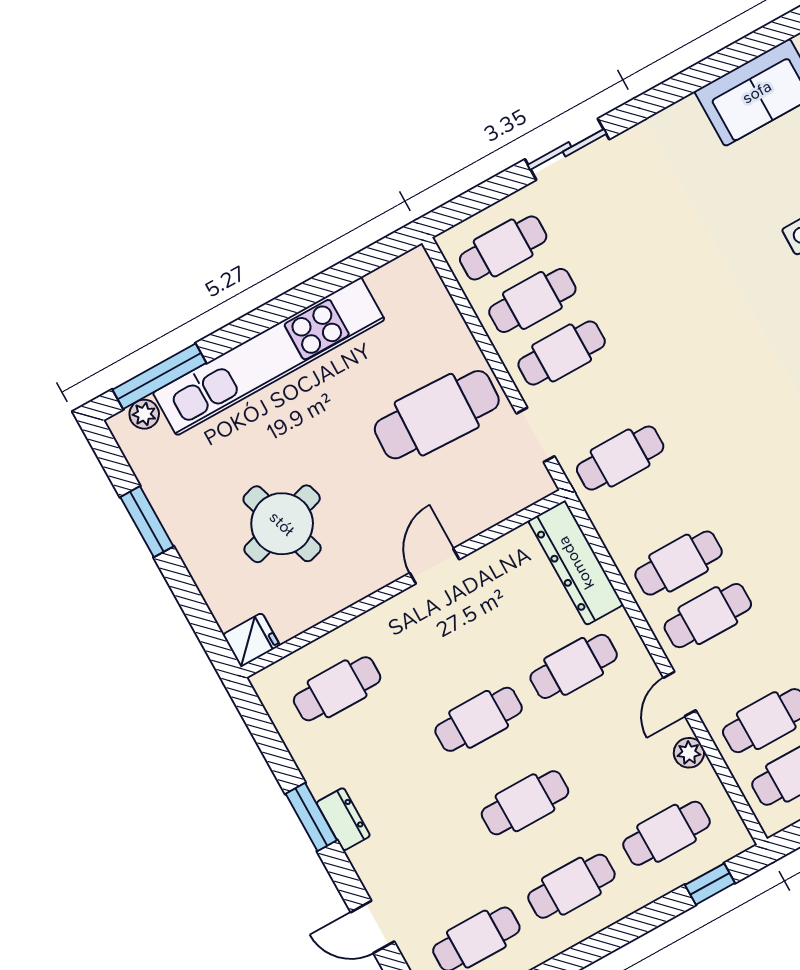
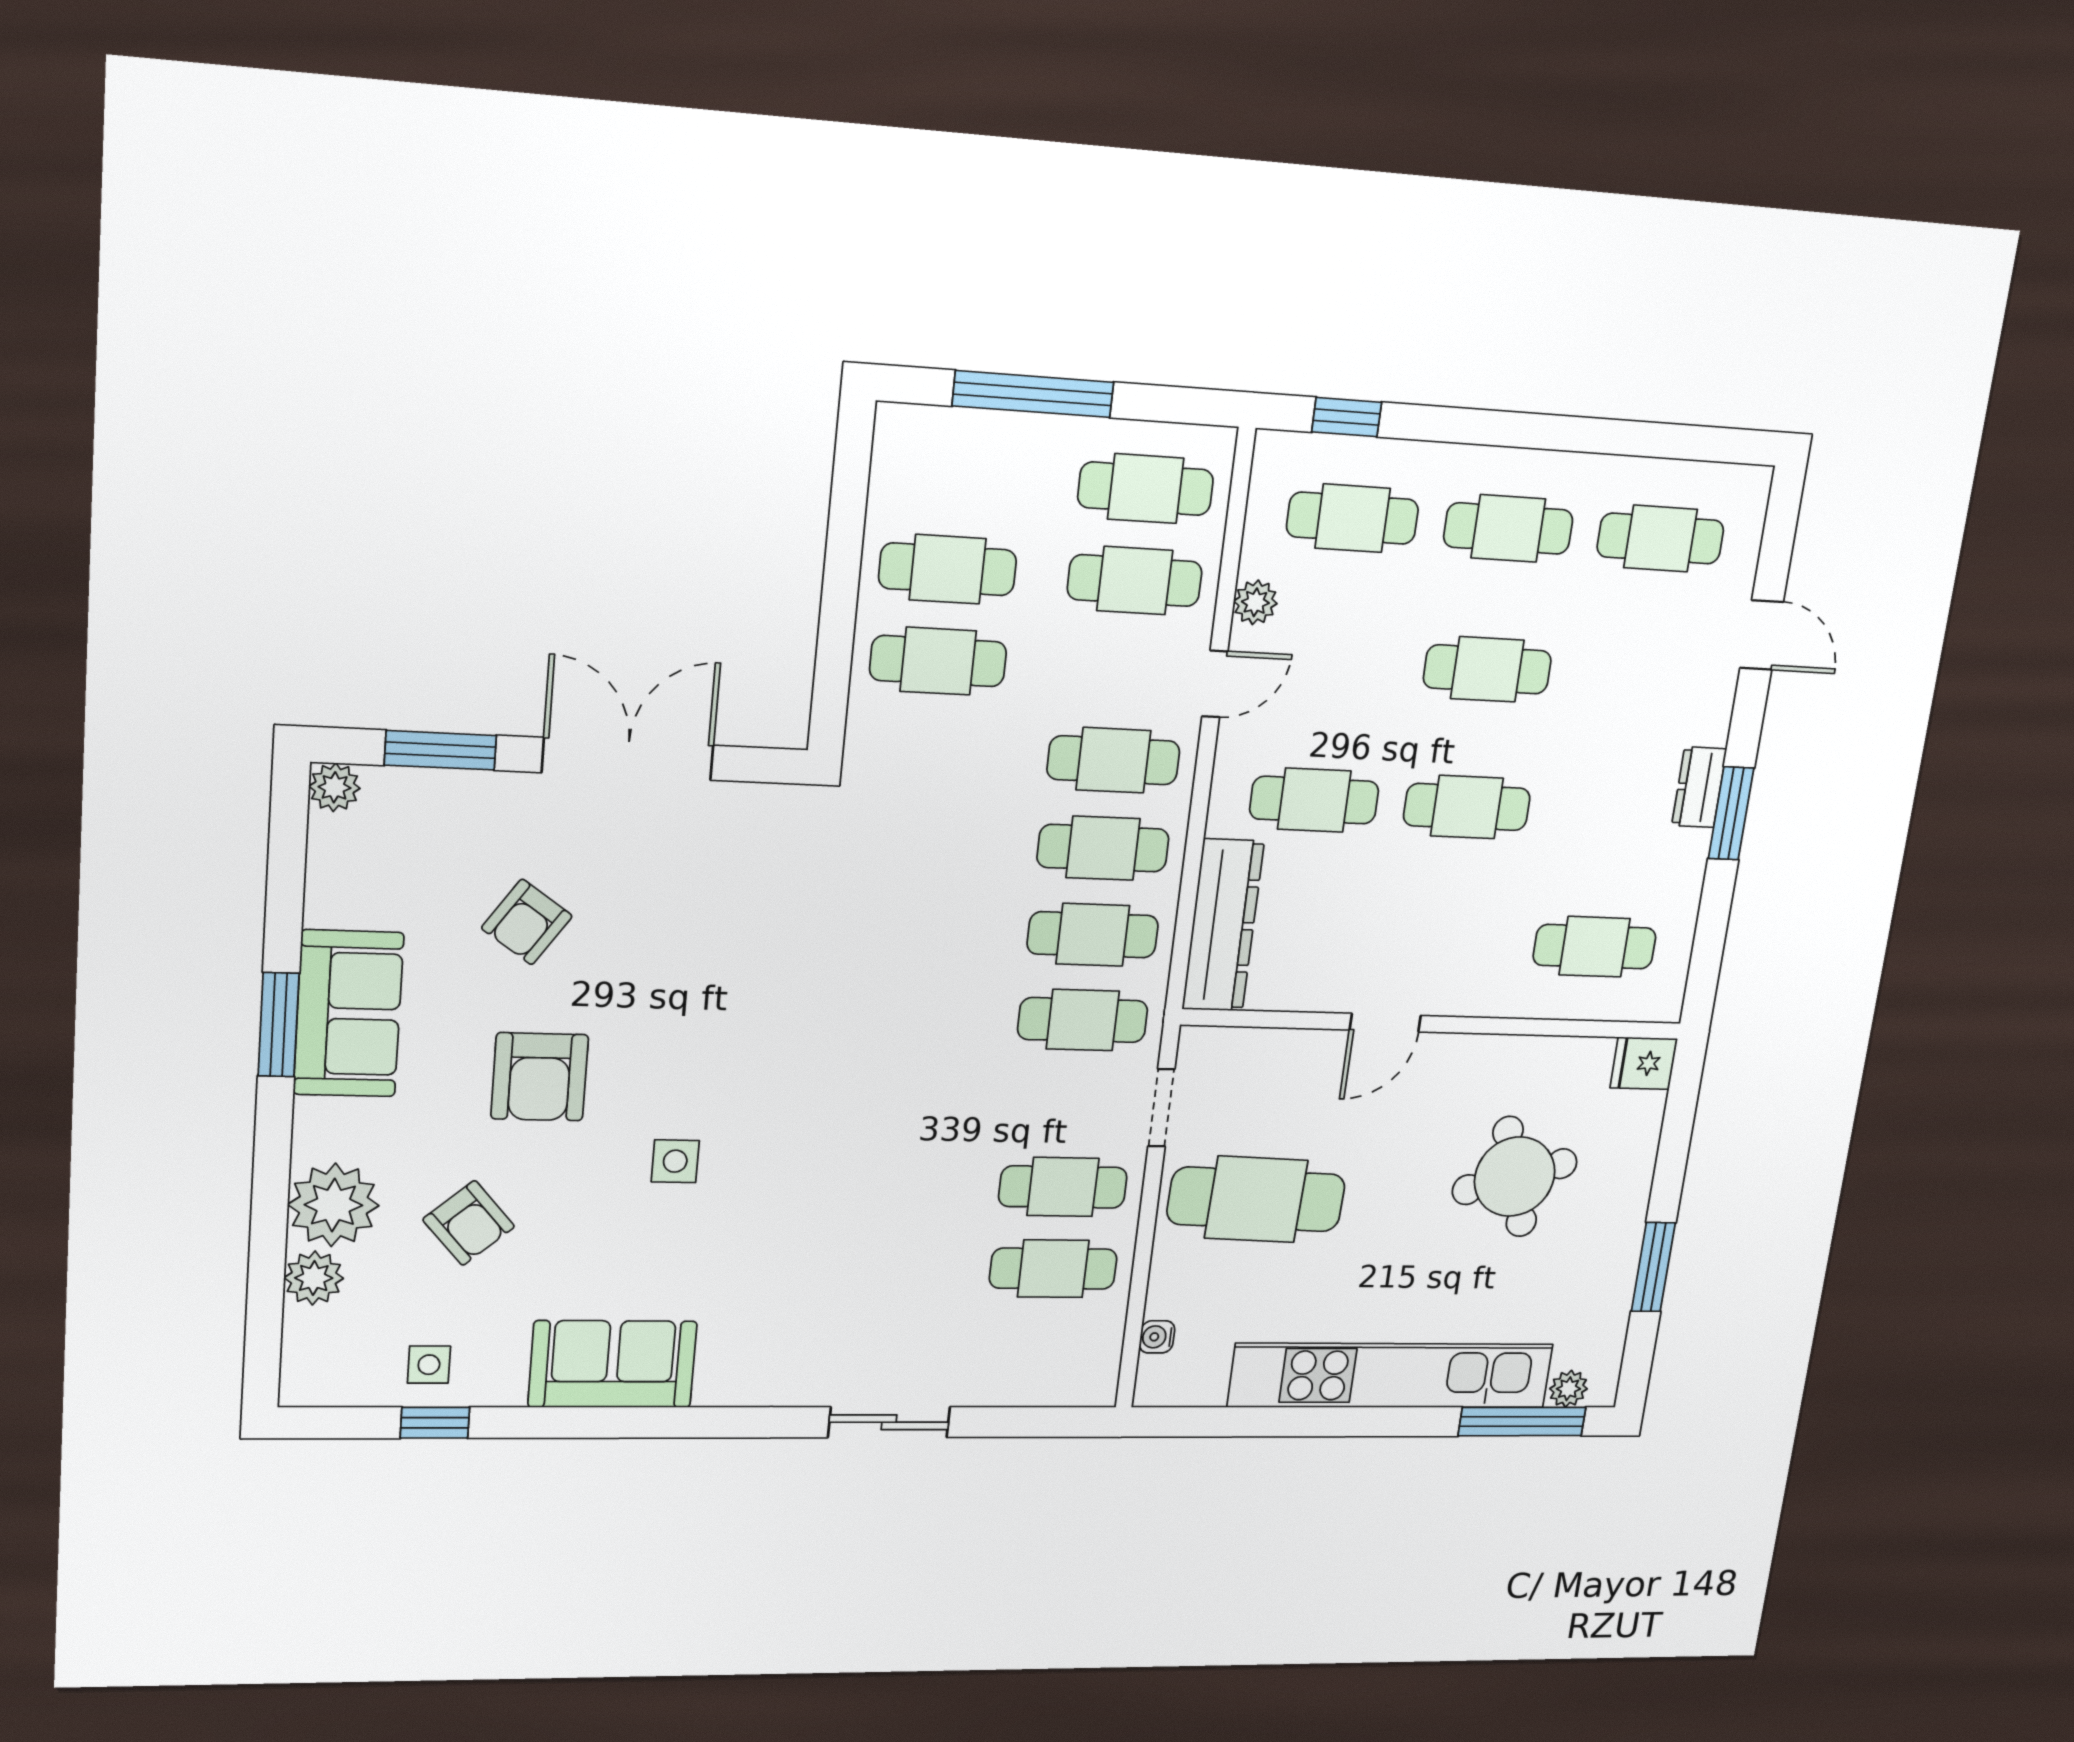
cafe table: (503, 248) -> (1093, 935), moved
water cooler: (438, 295) -> (1157, 1337), added

